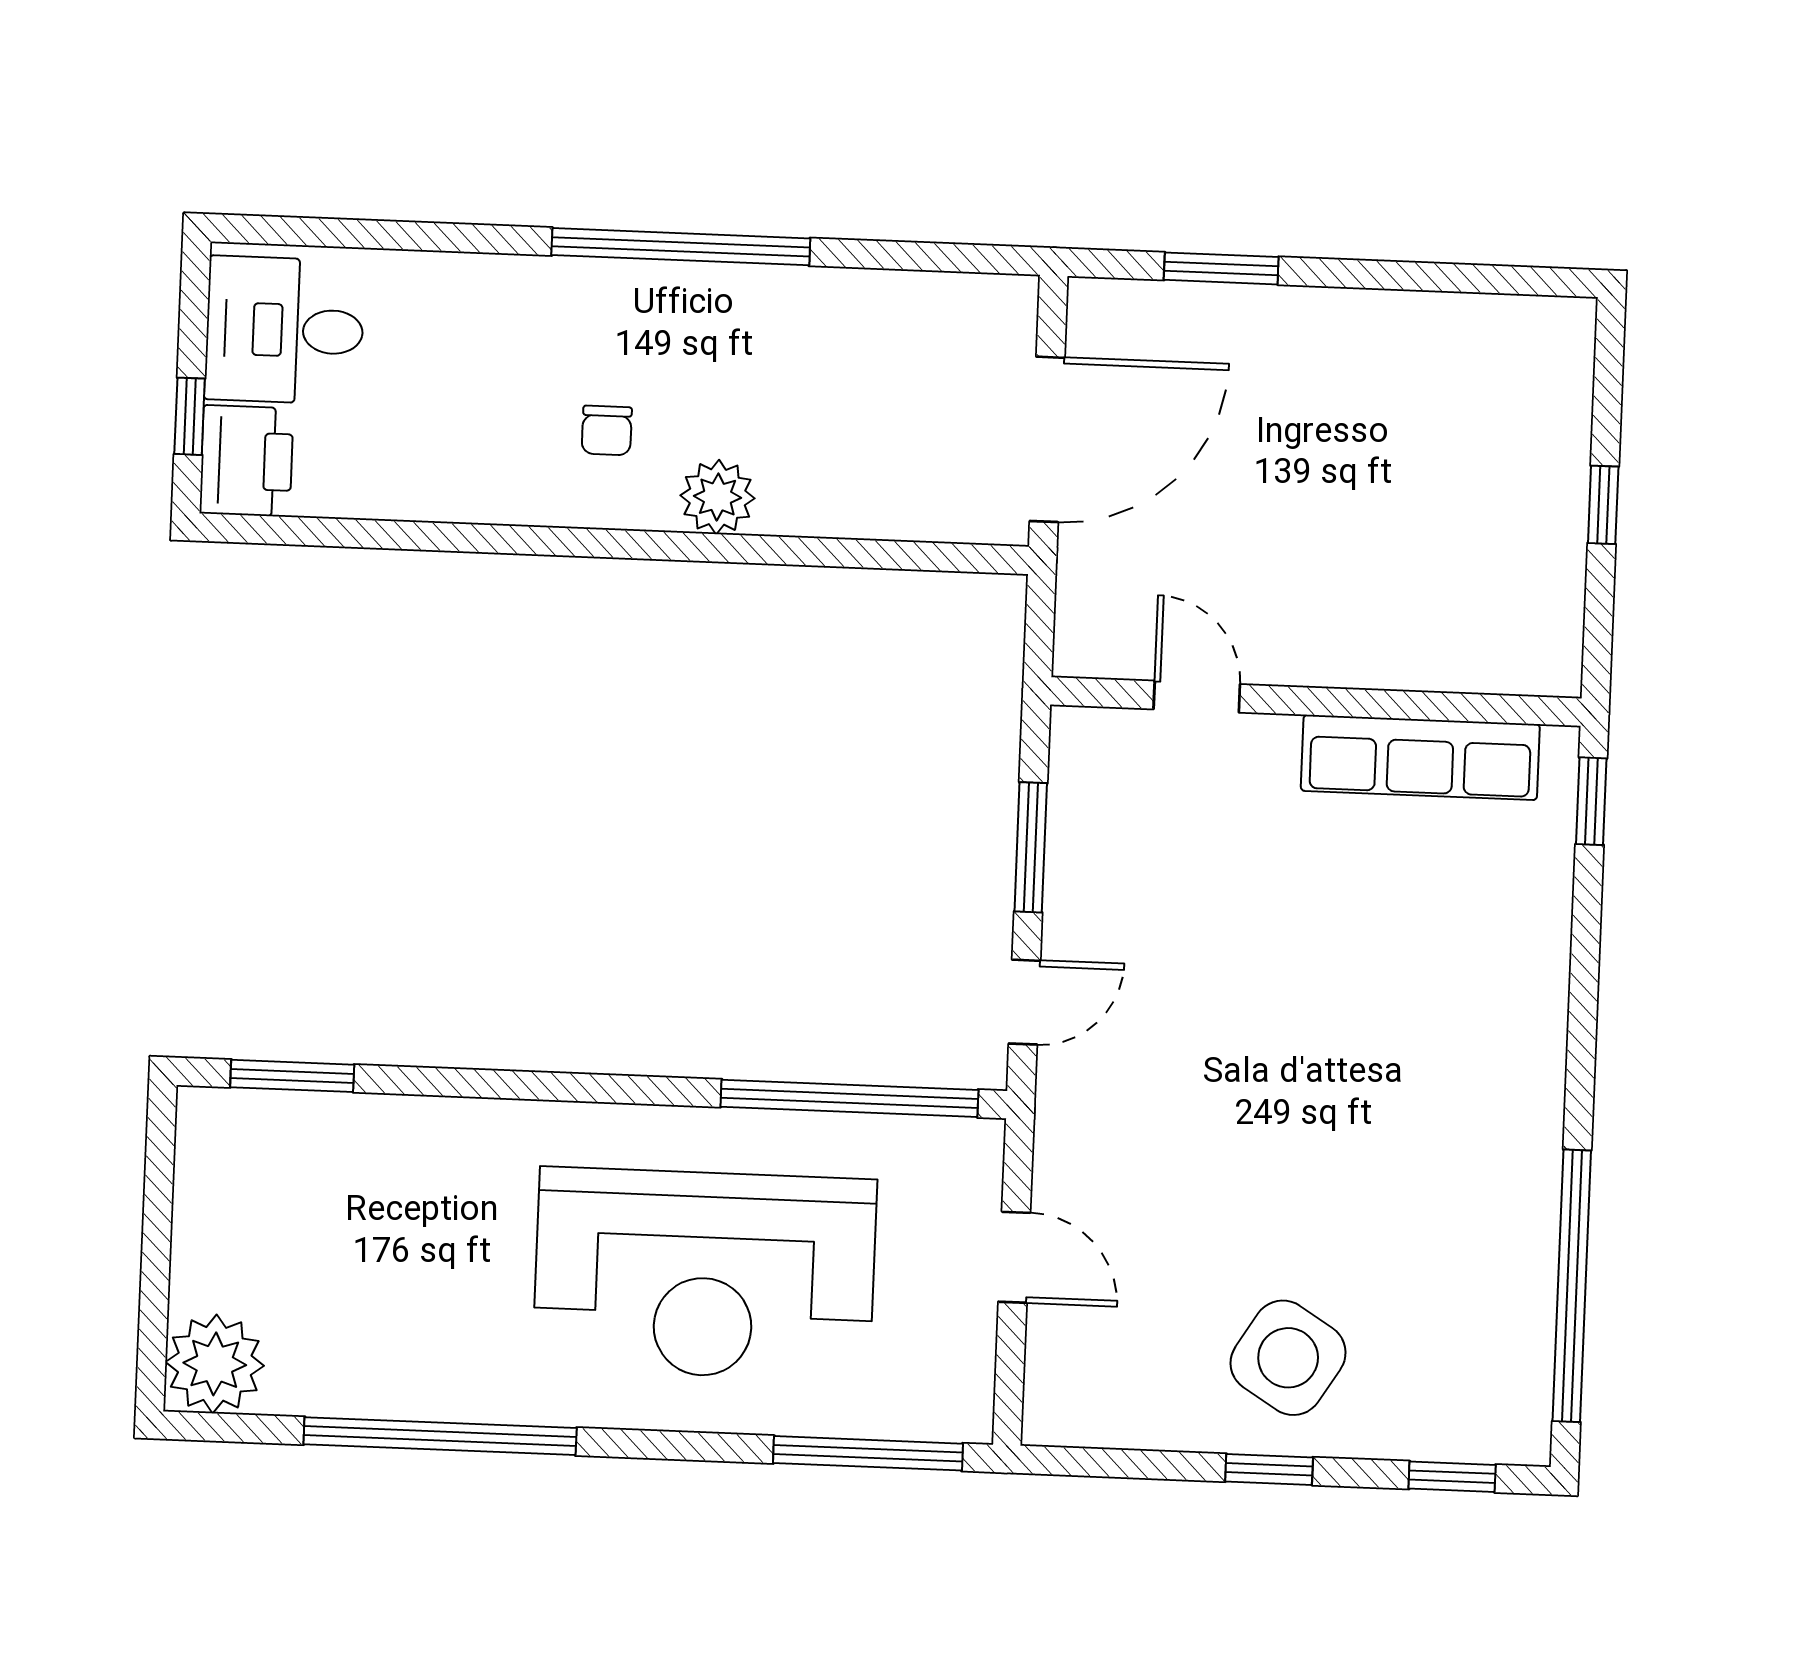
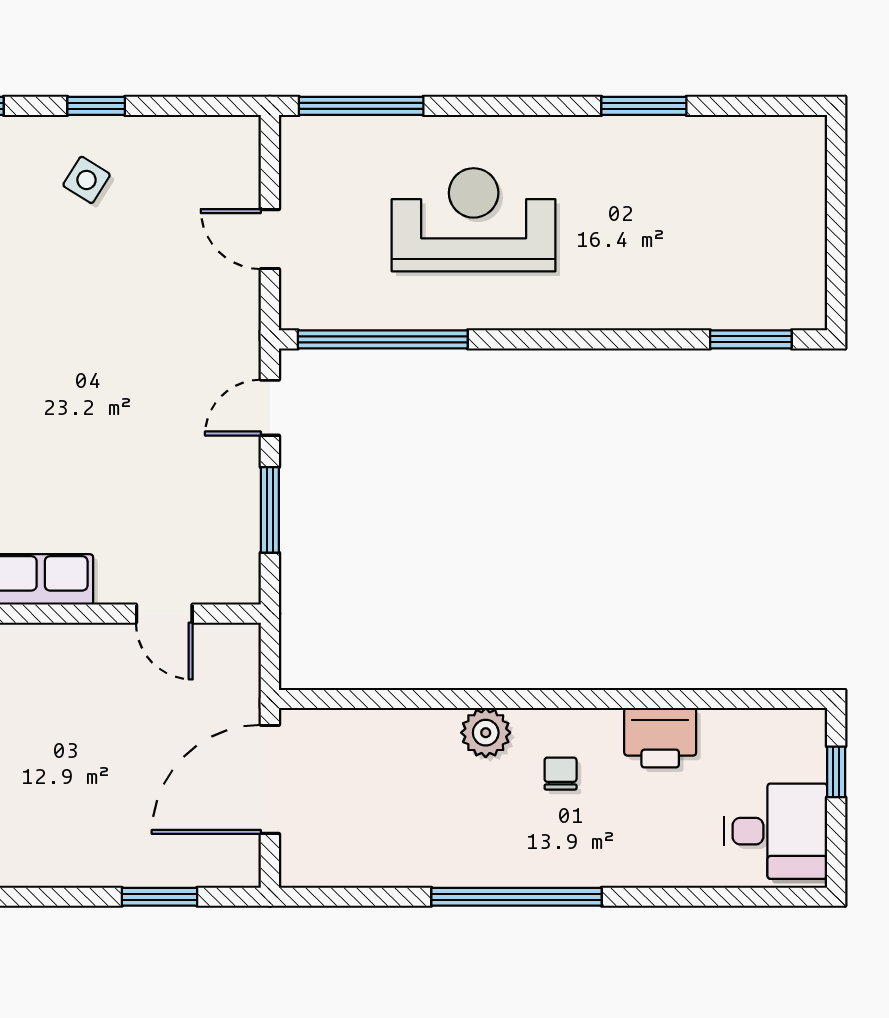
printer: (247, 461) -> (660, 738), moved, turned -90
reception desk: (705, 1274) -> (474, 220), width x0.74, depth x0.77
side table: (1288, 1358) -> (87, 180), width x0.54, depth x0.54
plant: (215, 1364) -> (794, 147), removed
window: (440, 1436) -> (644, 106), width x0.47

